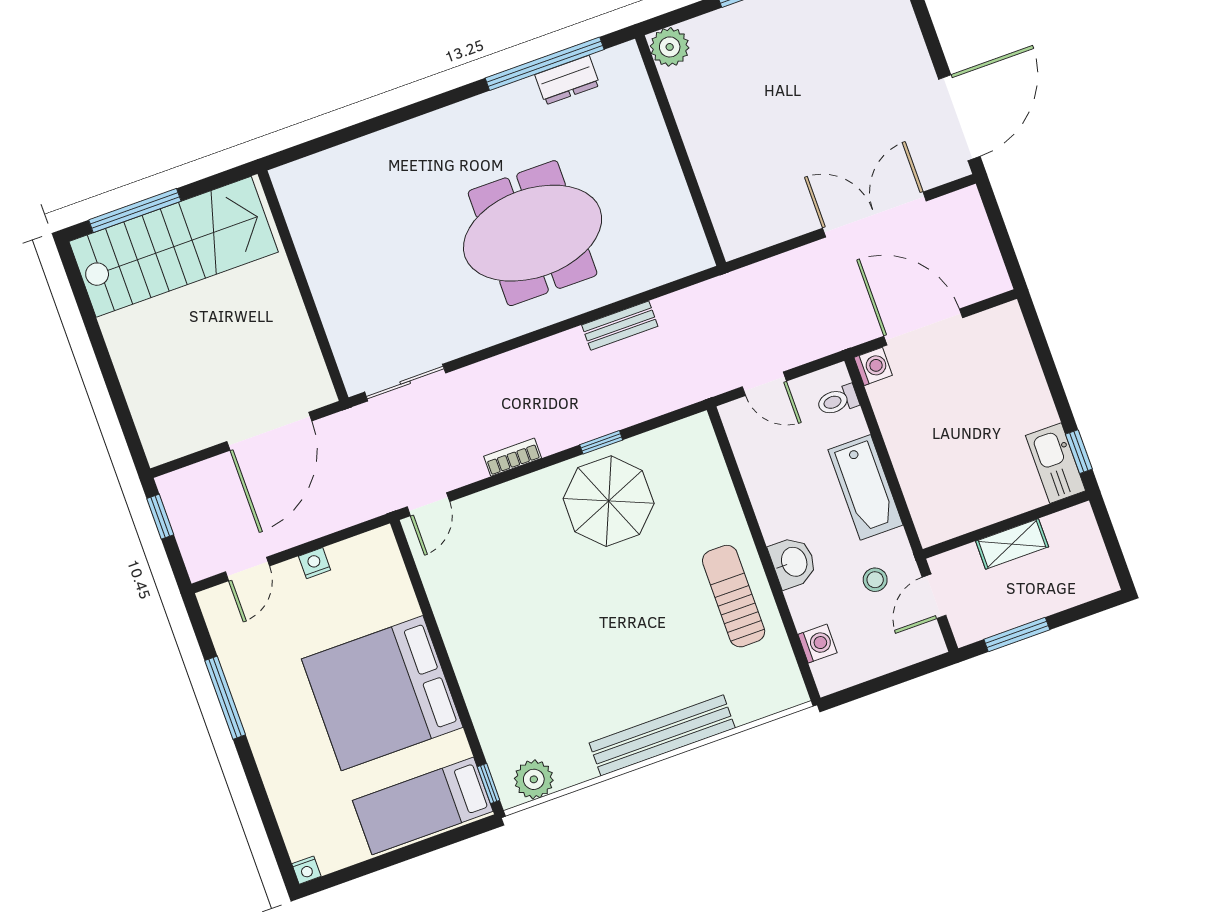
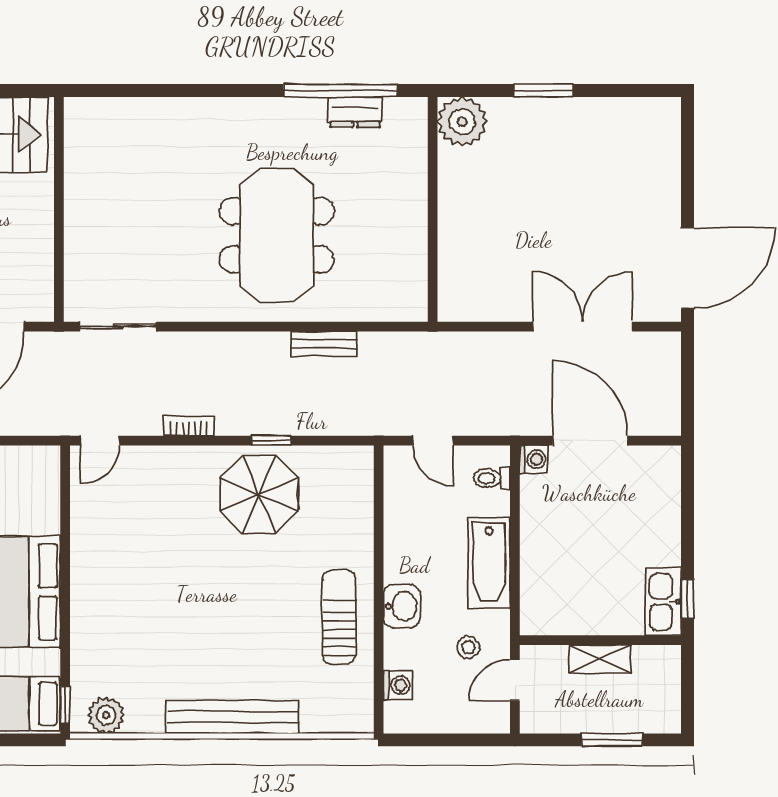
plant: (670, 47) -> (462, 122), width x1.36, depth x1.36
meeting table: (533, 233) -> (277, 235), turned 90
window: (1017, 635) -> (612, 740), moved

